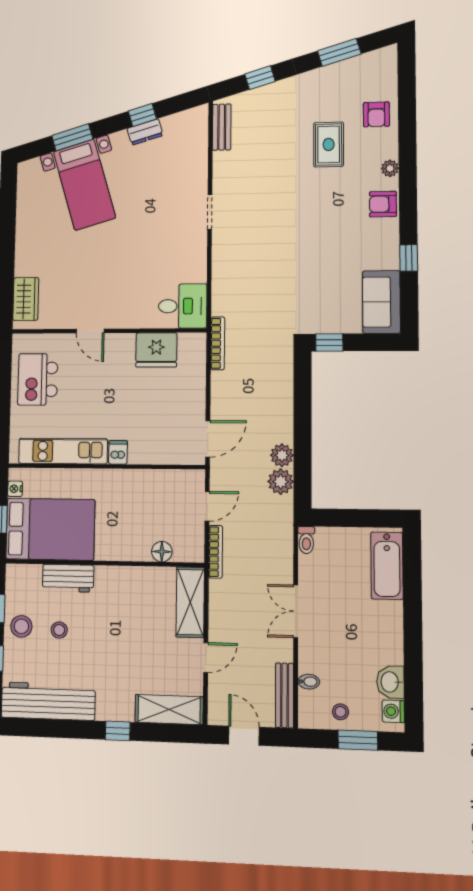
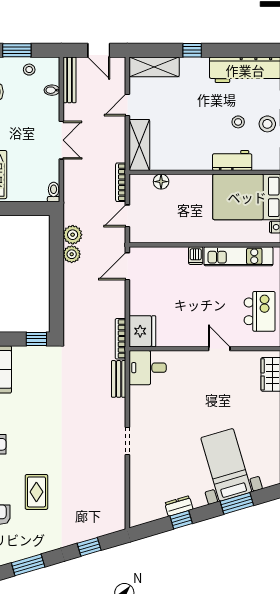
bench: (222, 127) -> (119, 379), moved
fridge: (156, 350) -> (142, 331), moved, turned 90

